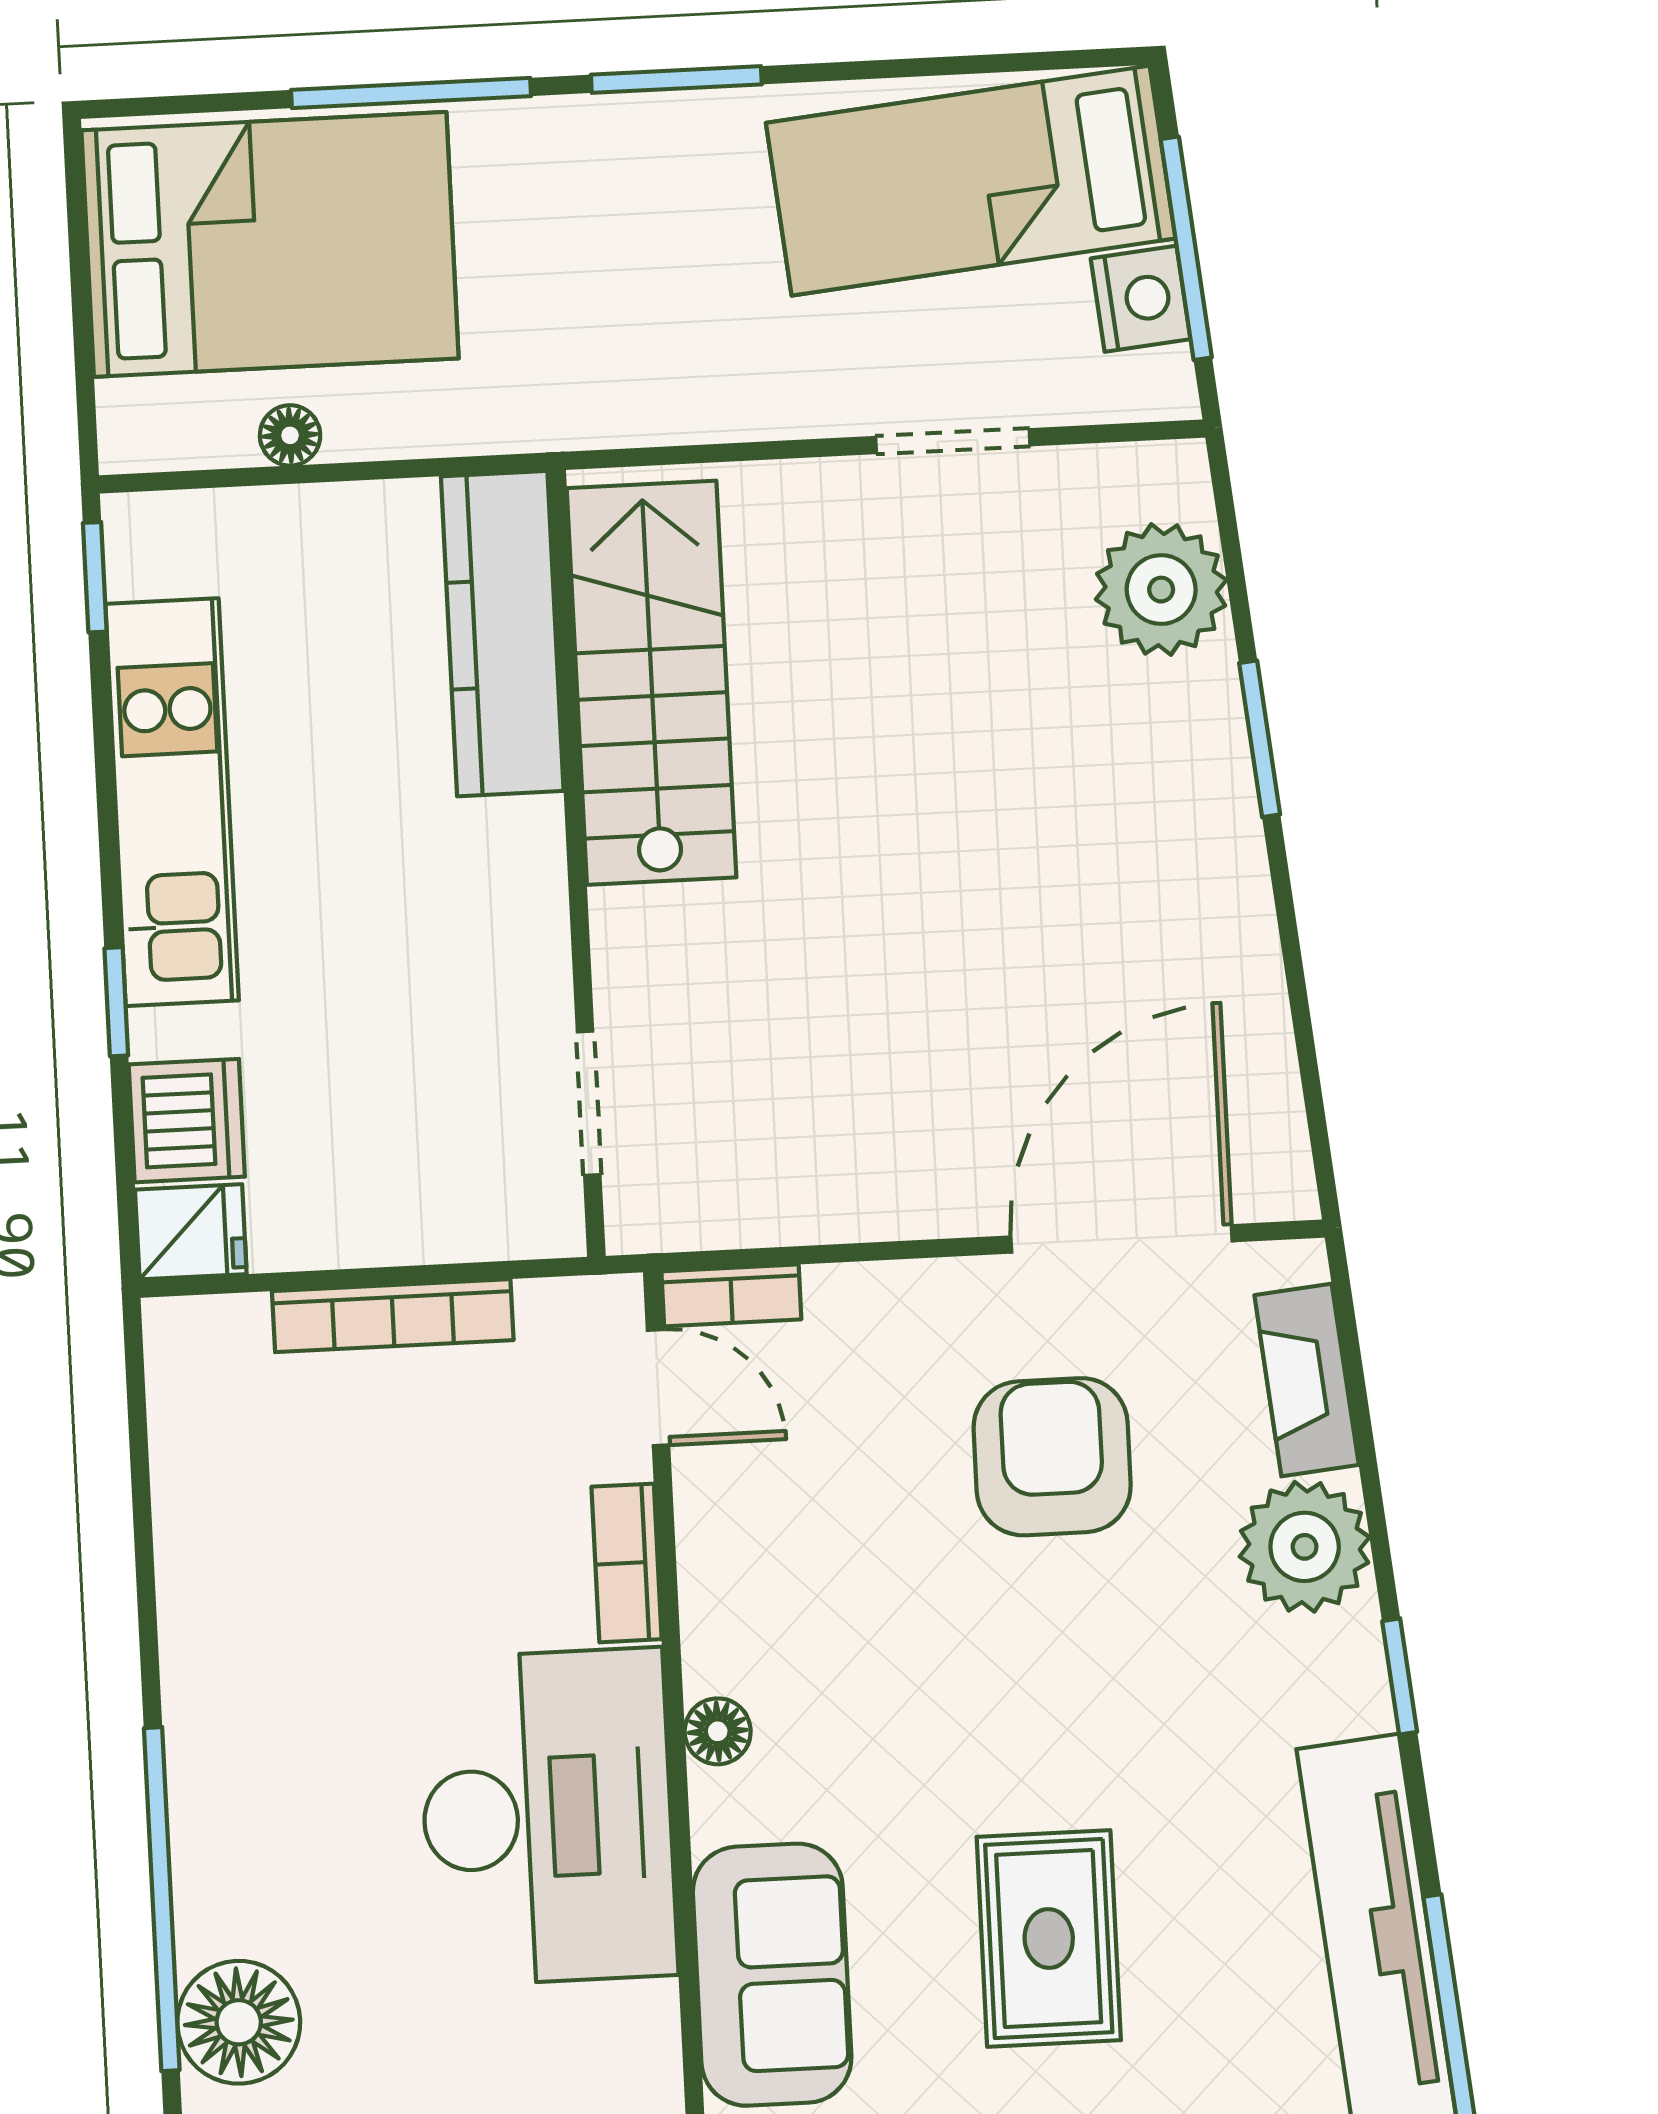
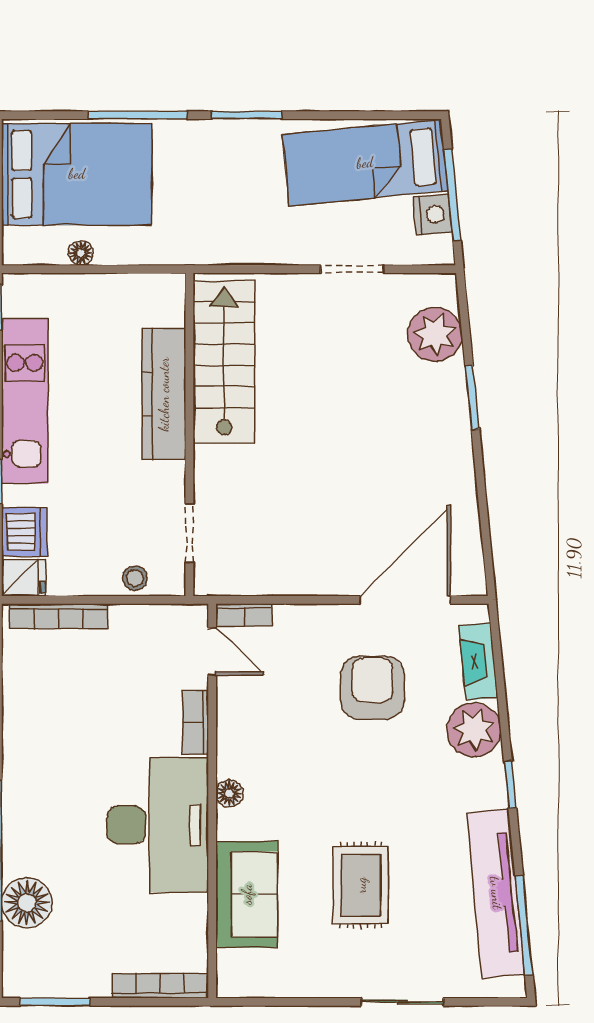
kitchen counter: (502, 634) -> (164, 394), moved
stool: (462, 1219) -> (135, 578), added
bookcase: (393, 1316) -> (58, 616), moved

